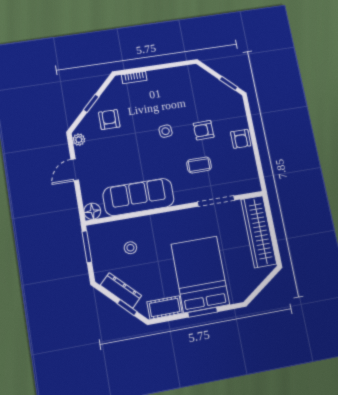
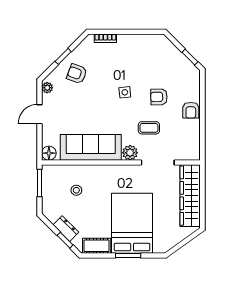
armchair: (109, 120) -> (77, 74), turned -70
plant: (183, 195) -> (130, 153), added
dresser: (121, 290) -> (66, 229), width x0.70

